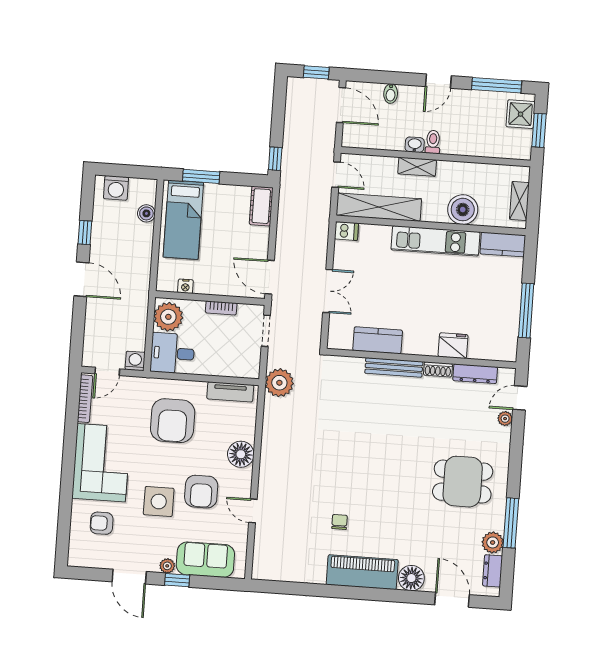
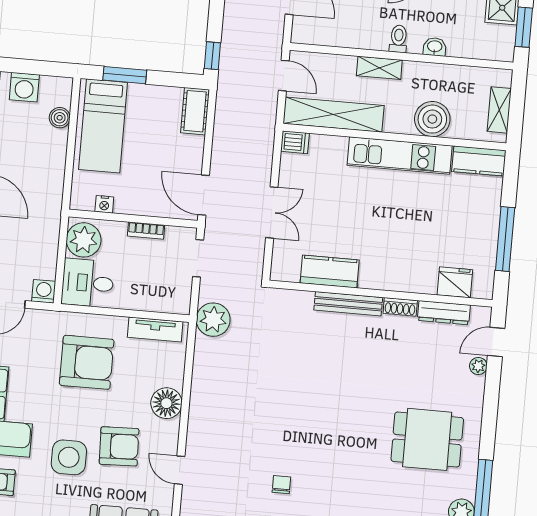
washbasin: (415, 145) -> (435, 47), moved
fridge: (453, 346) -> (455, 282), moved
armchair: (173, 421) -> (87, 362), turned -90
armchair: (201, 492) -> (119, 446), turned -92

